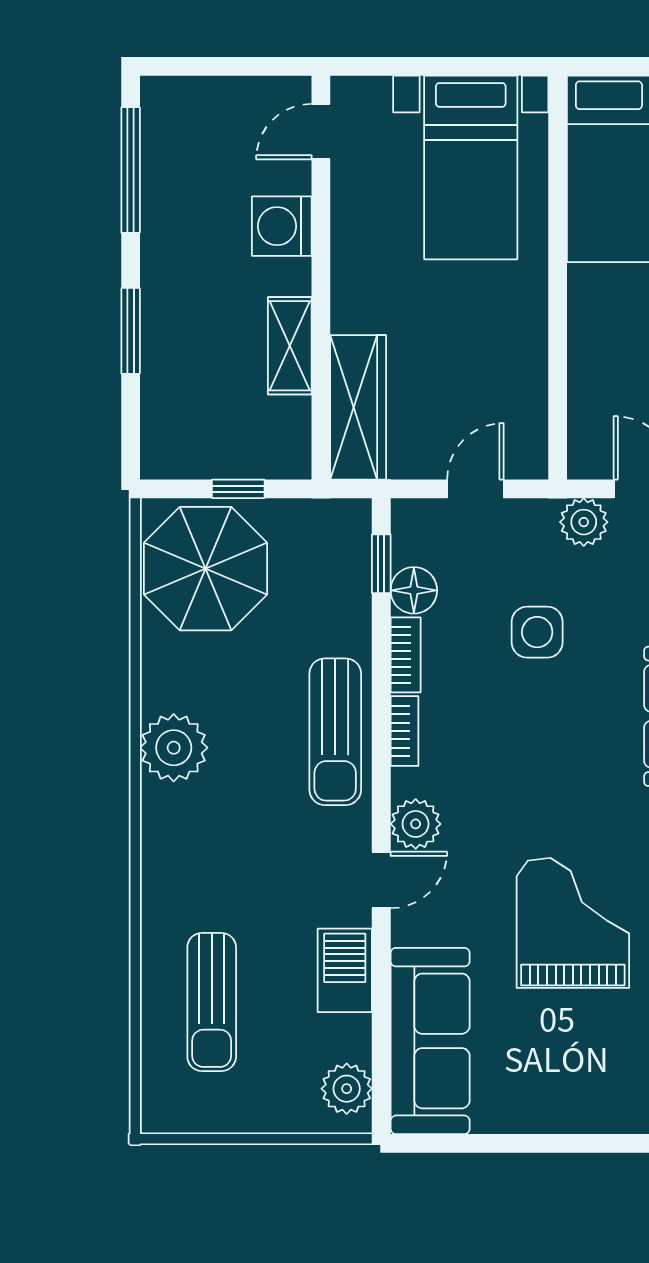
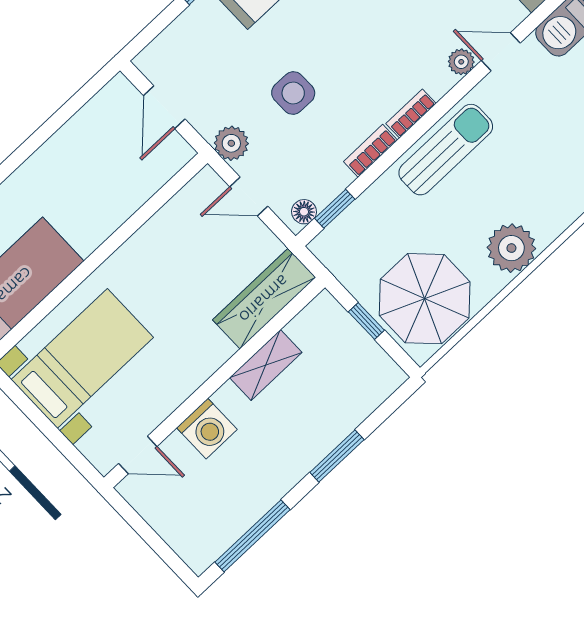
plant: (584, 522) -> (231, 143), moved
floor lamp: (414, 590) -> (304, 212), moved, width x0.73, depth x0.73
plant: (174, 748) -> (511, 248), moved
plant: (416, 824) -> (461, 62), width x0.73, depth x0.73

